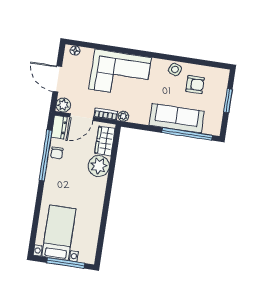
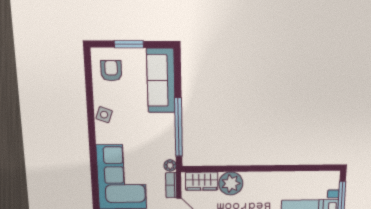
armchair: (195, 85) -> (111, 71), moved
sofa: (177, 118) -> (161, 81), moved
window: (187, 134) -> (179, 127), moved

